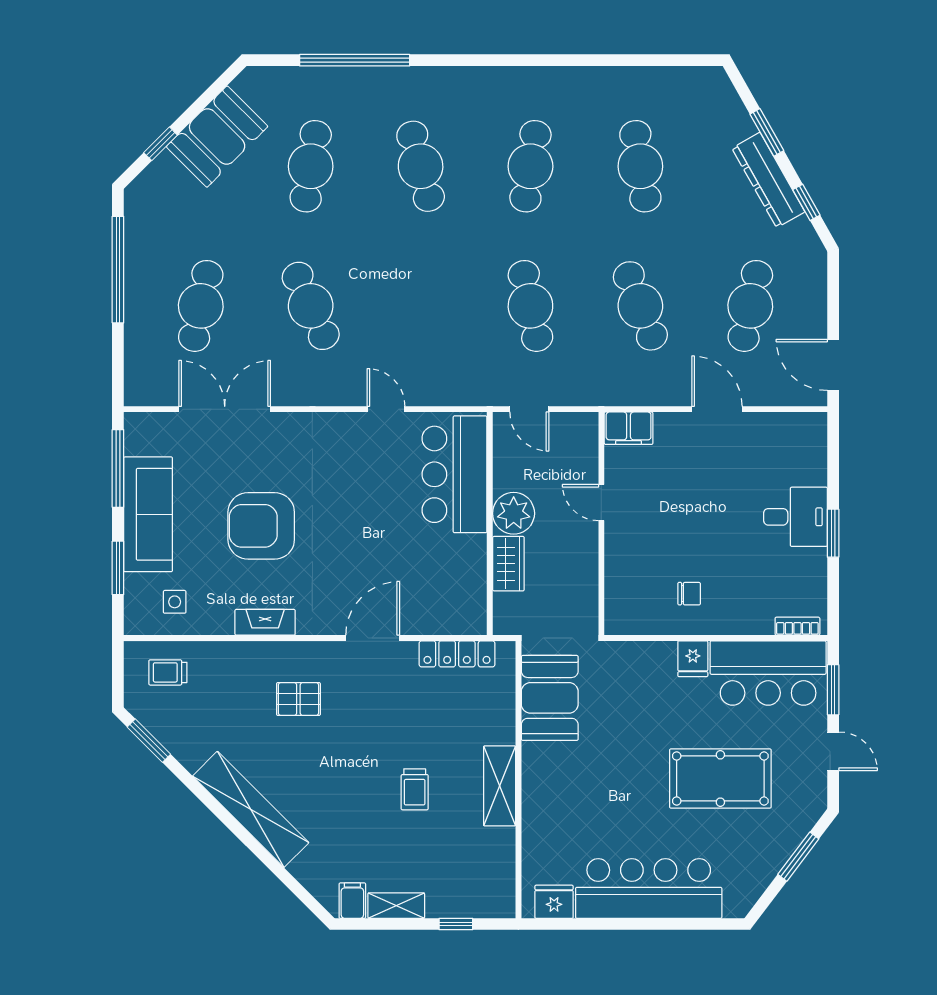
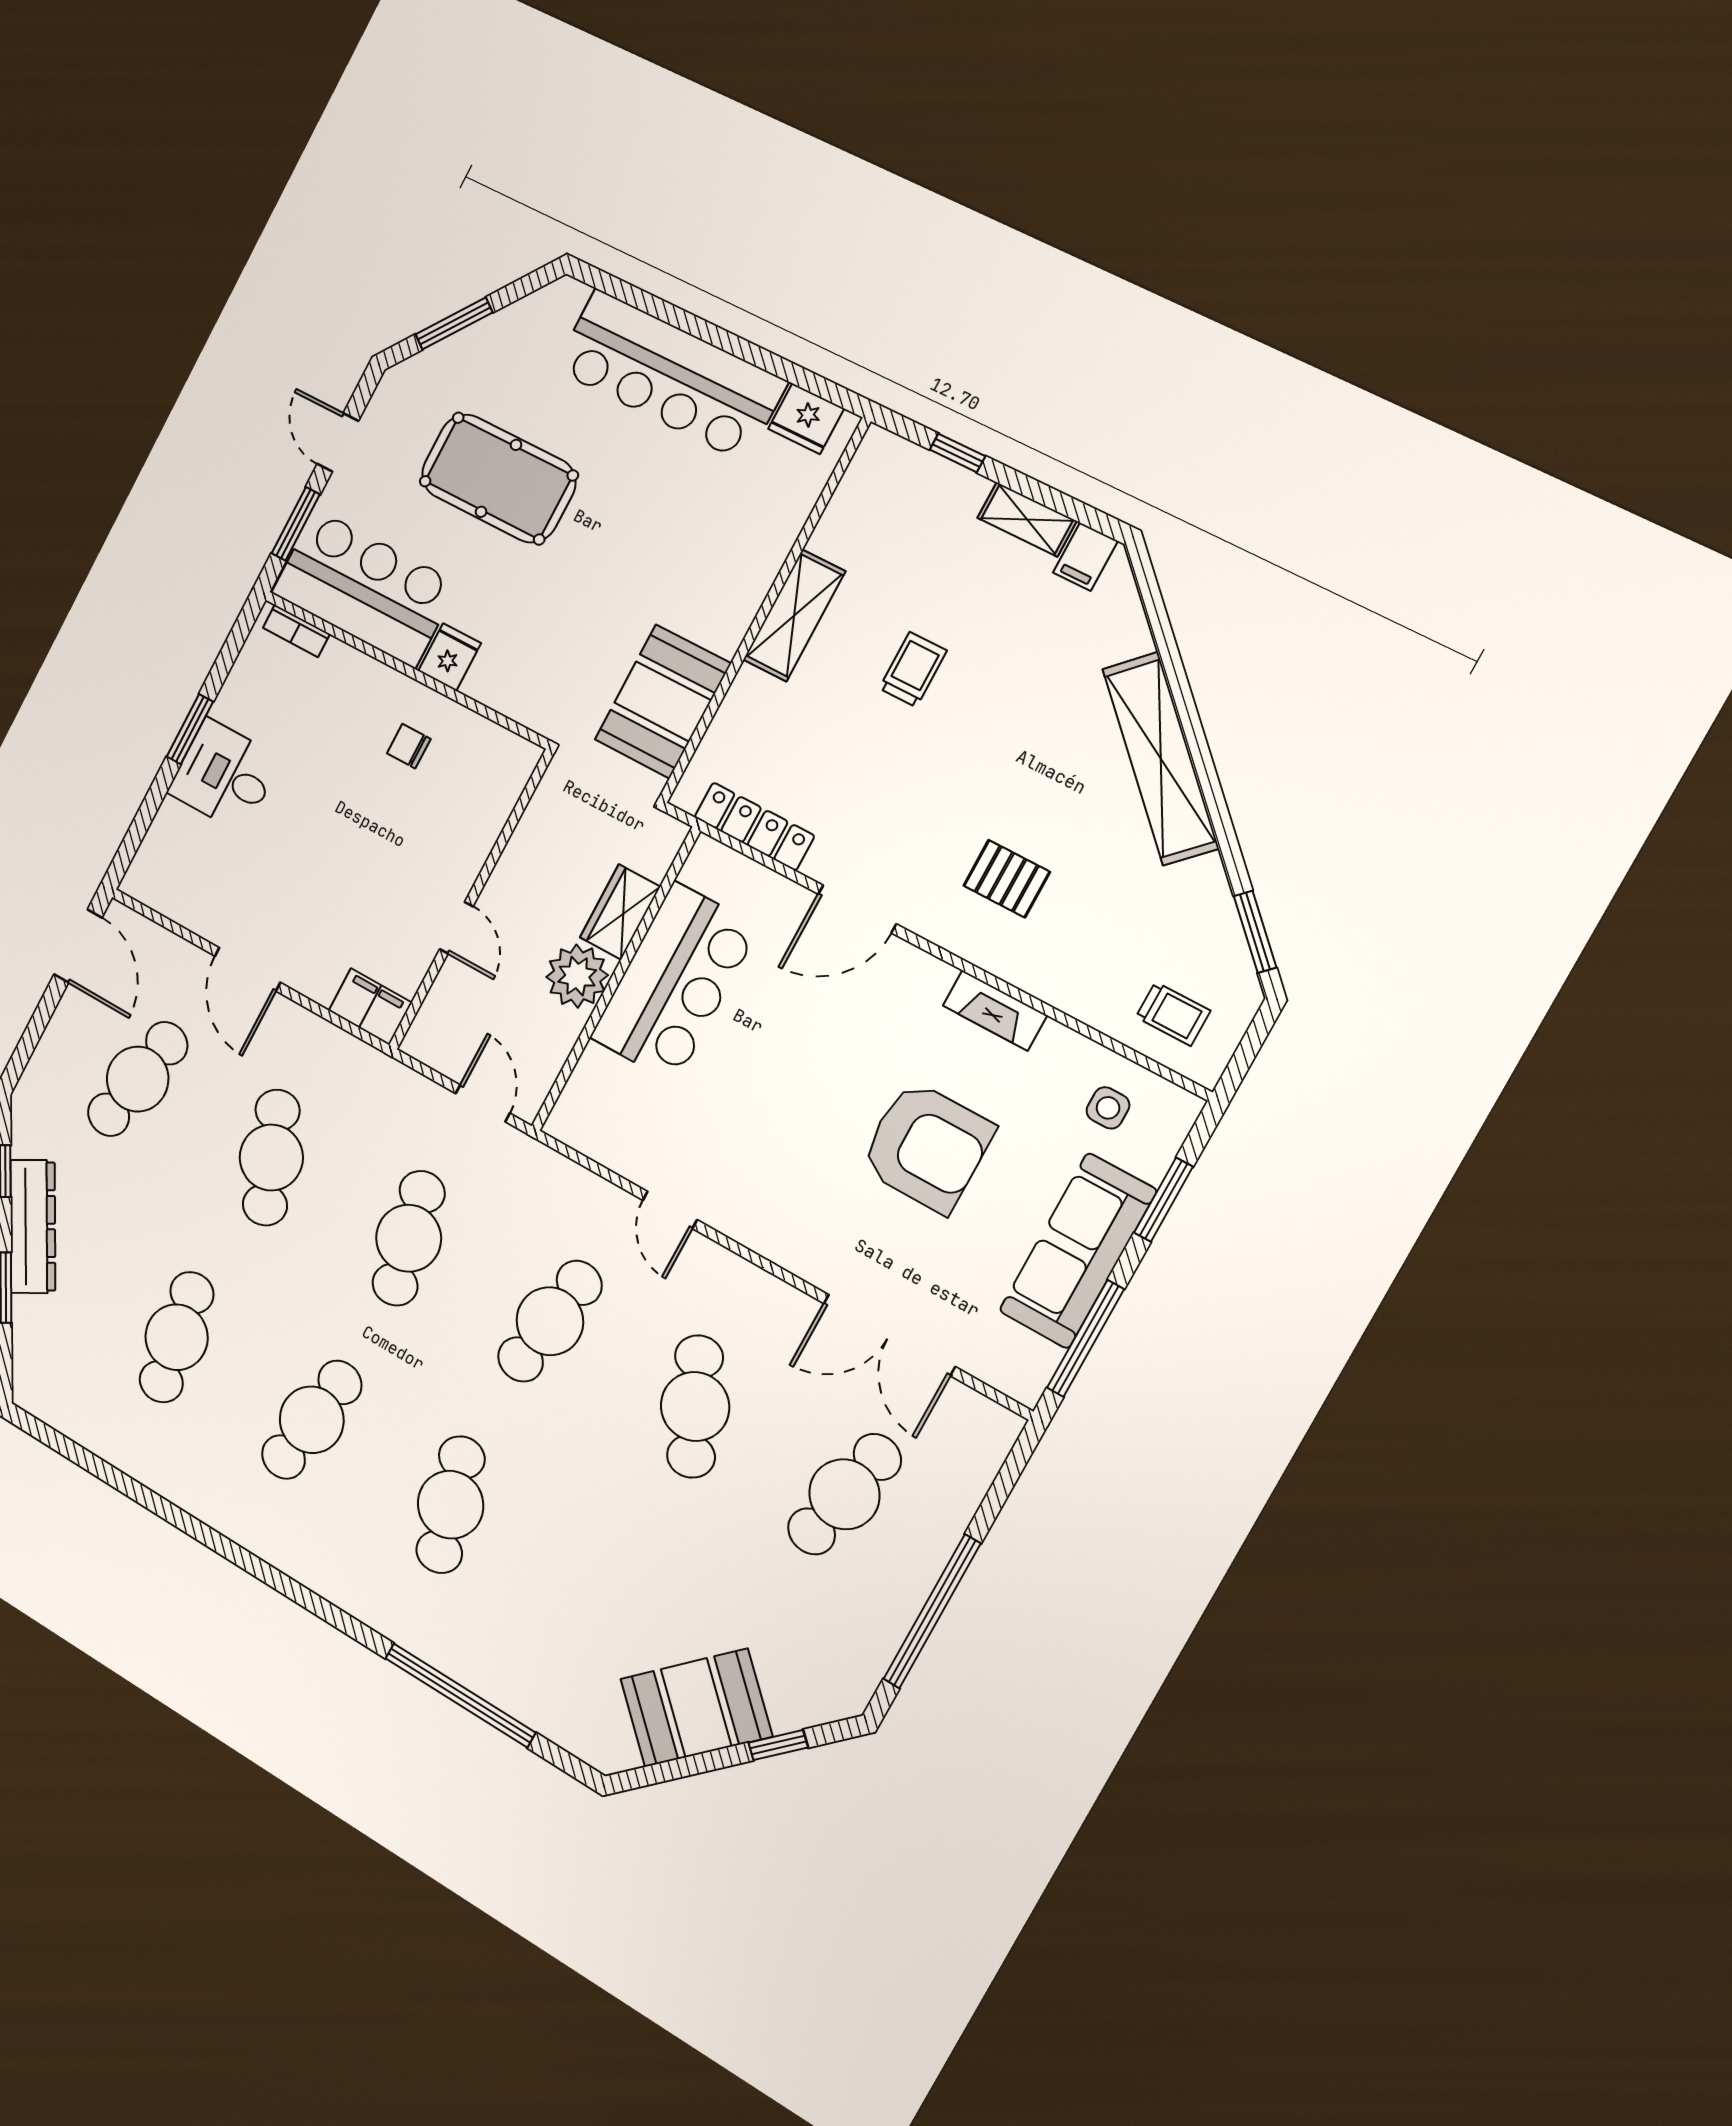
cafe table: (311, 166) -> (550, 1321), moved
bar counter: (454, 474) -> (674, 982), moved

